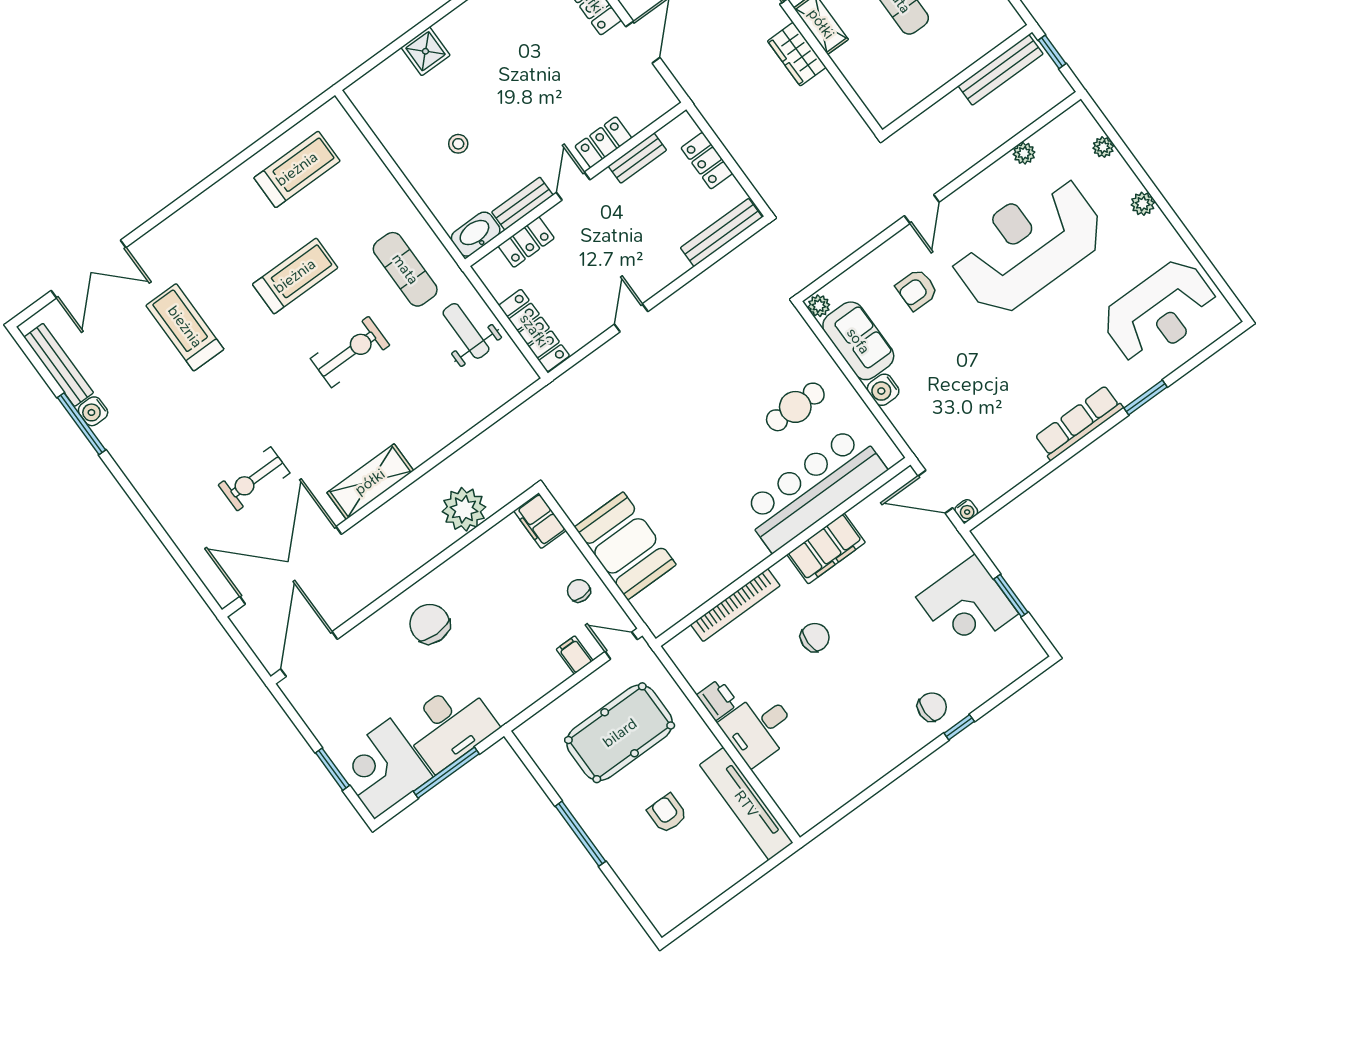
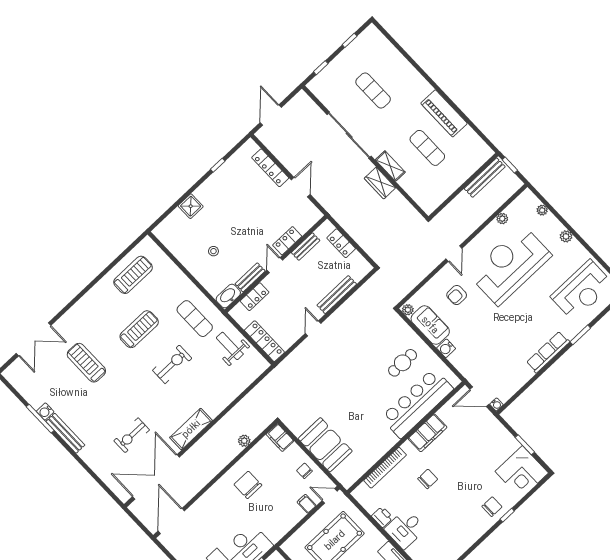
bench: (721, 233) -> (337, 295), moved
bench: (59, 365) -> (65, 433), moved
plant: (464, 509) -> (244, 441), width x0.53, depth x0.53
corner desk: (967, 605) -> (522, 472), moved
chair: (430, 624) -> (248, 485), moved

